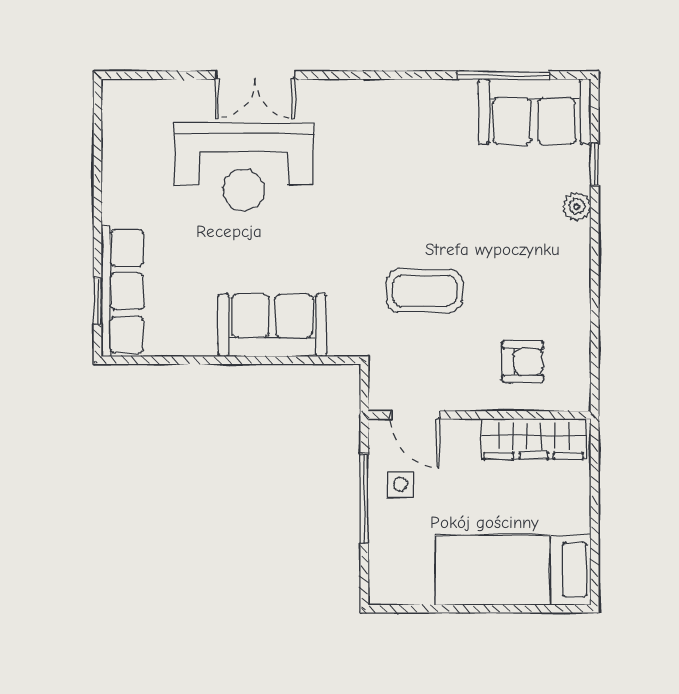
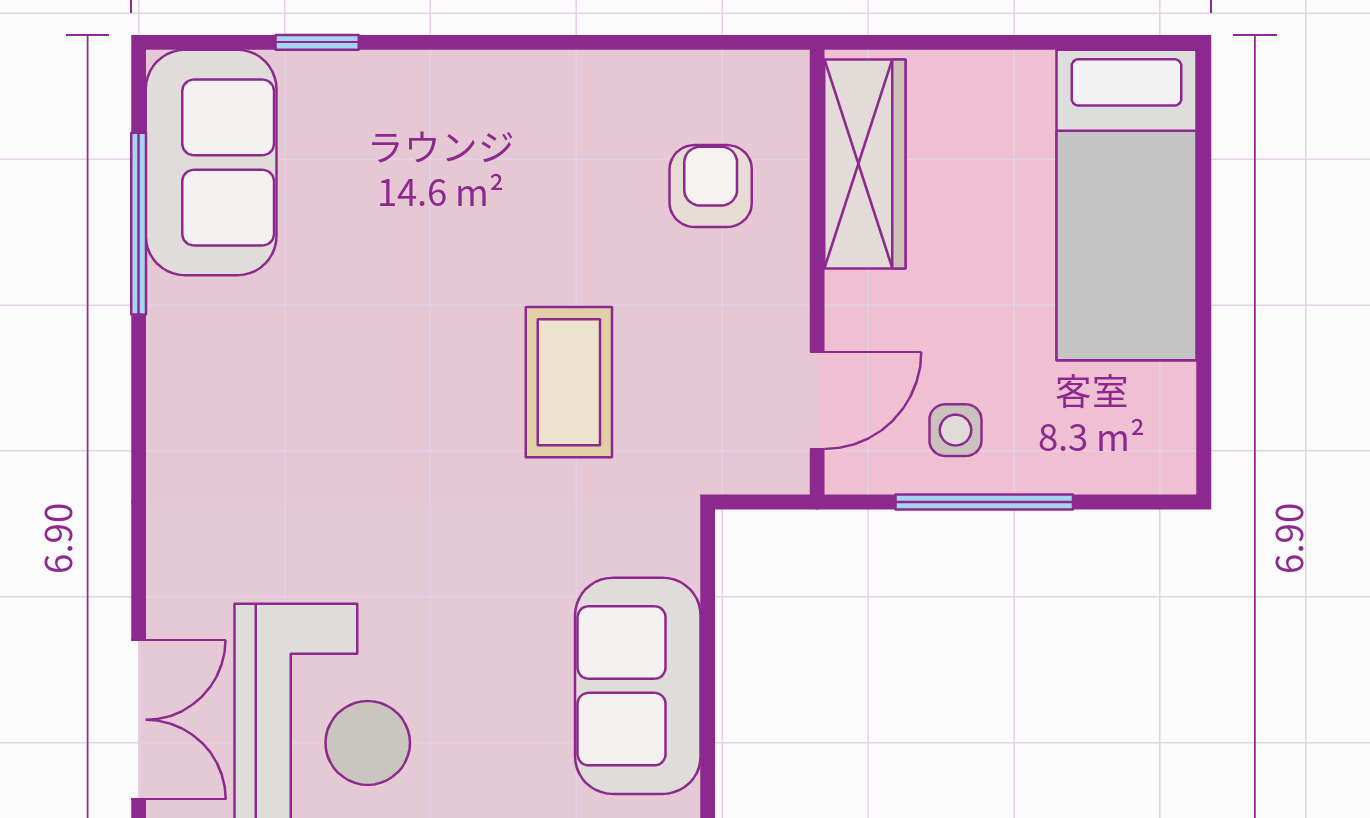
plant: (577, 207) -> (401, 78), removed

